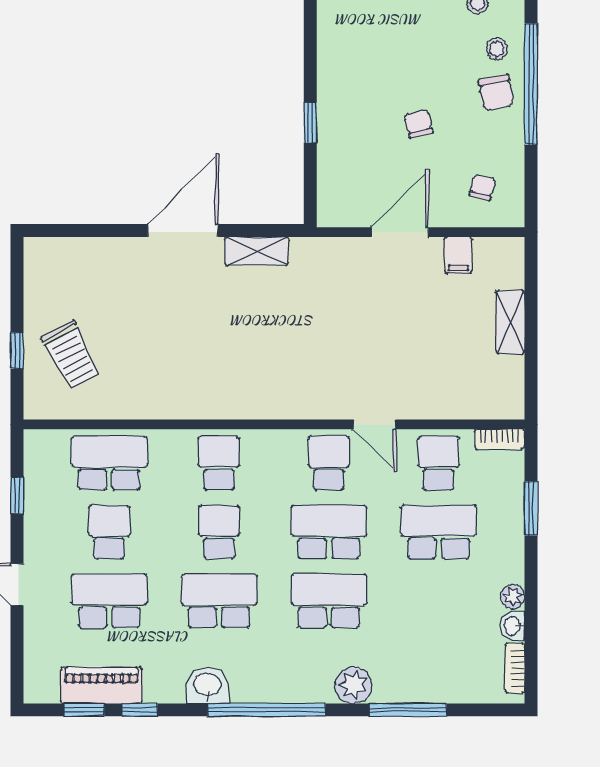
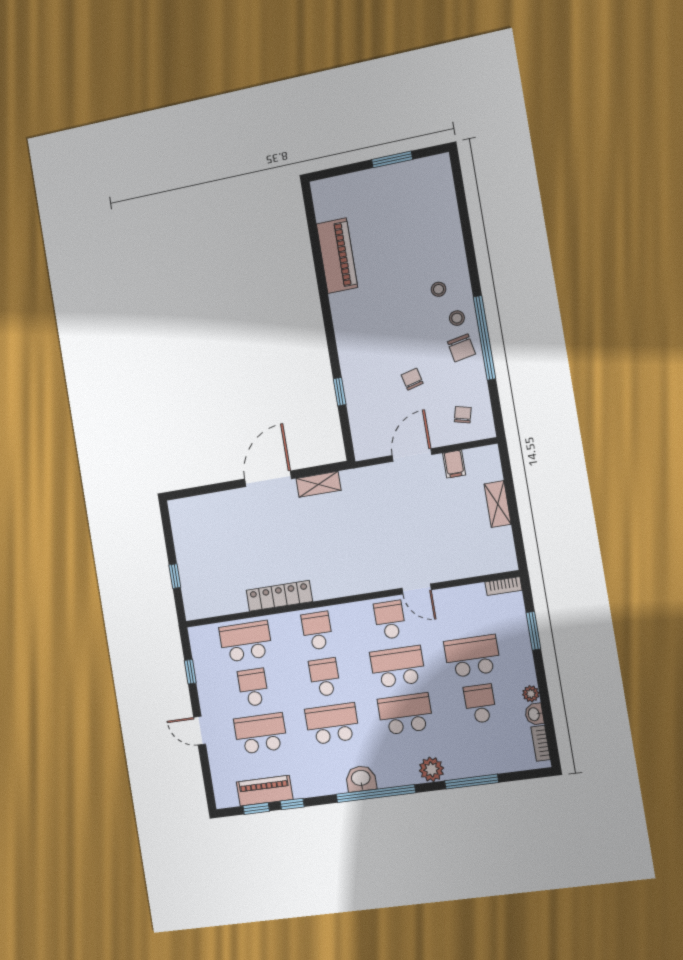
trolley: (71, 355) -> (210, 573), removed
locker: (171, 404) -> (279, 596), added
school desk: (439, 463) -> (480, 704), moved
washbasin: (208, 686) -> (361, 779), moved

